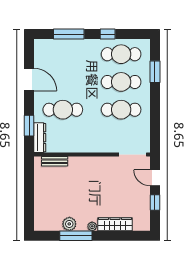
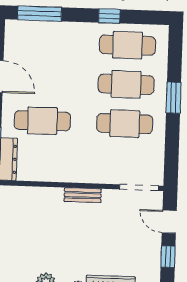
window: (69, 34) -> (40, 14), moved
window: (155, 72) -> (174, 98), moved
bench: (55, 161) -> (83, 195), moved

